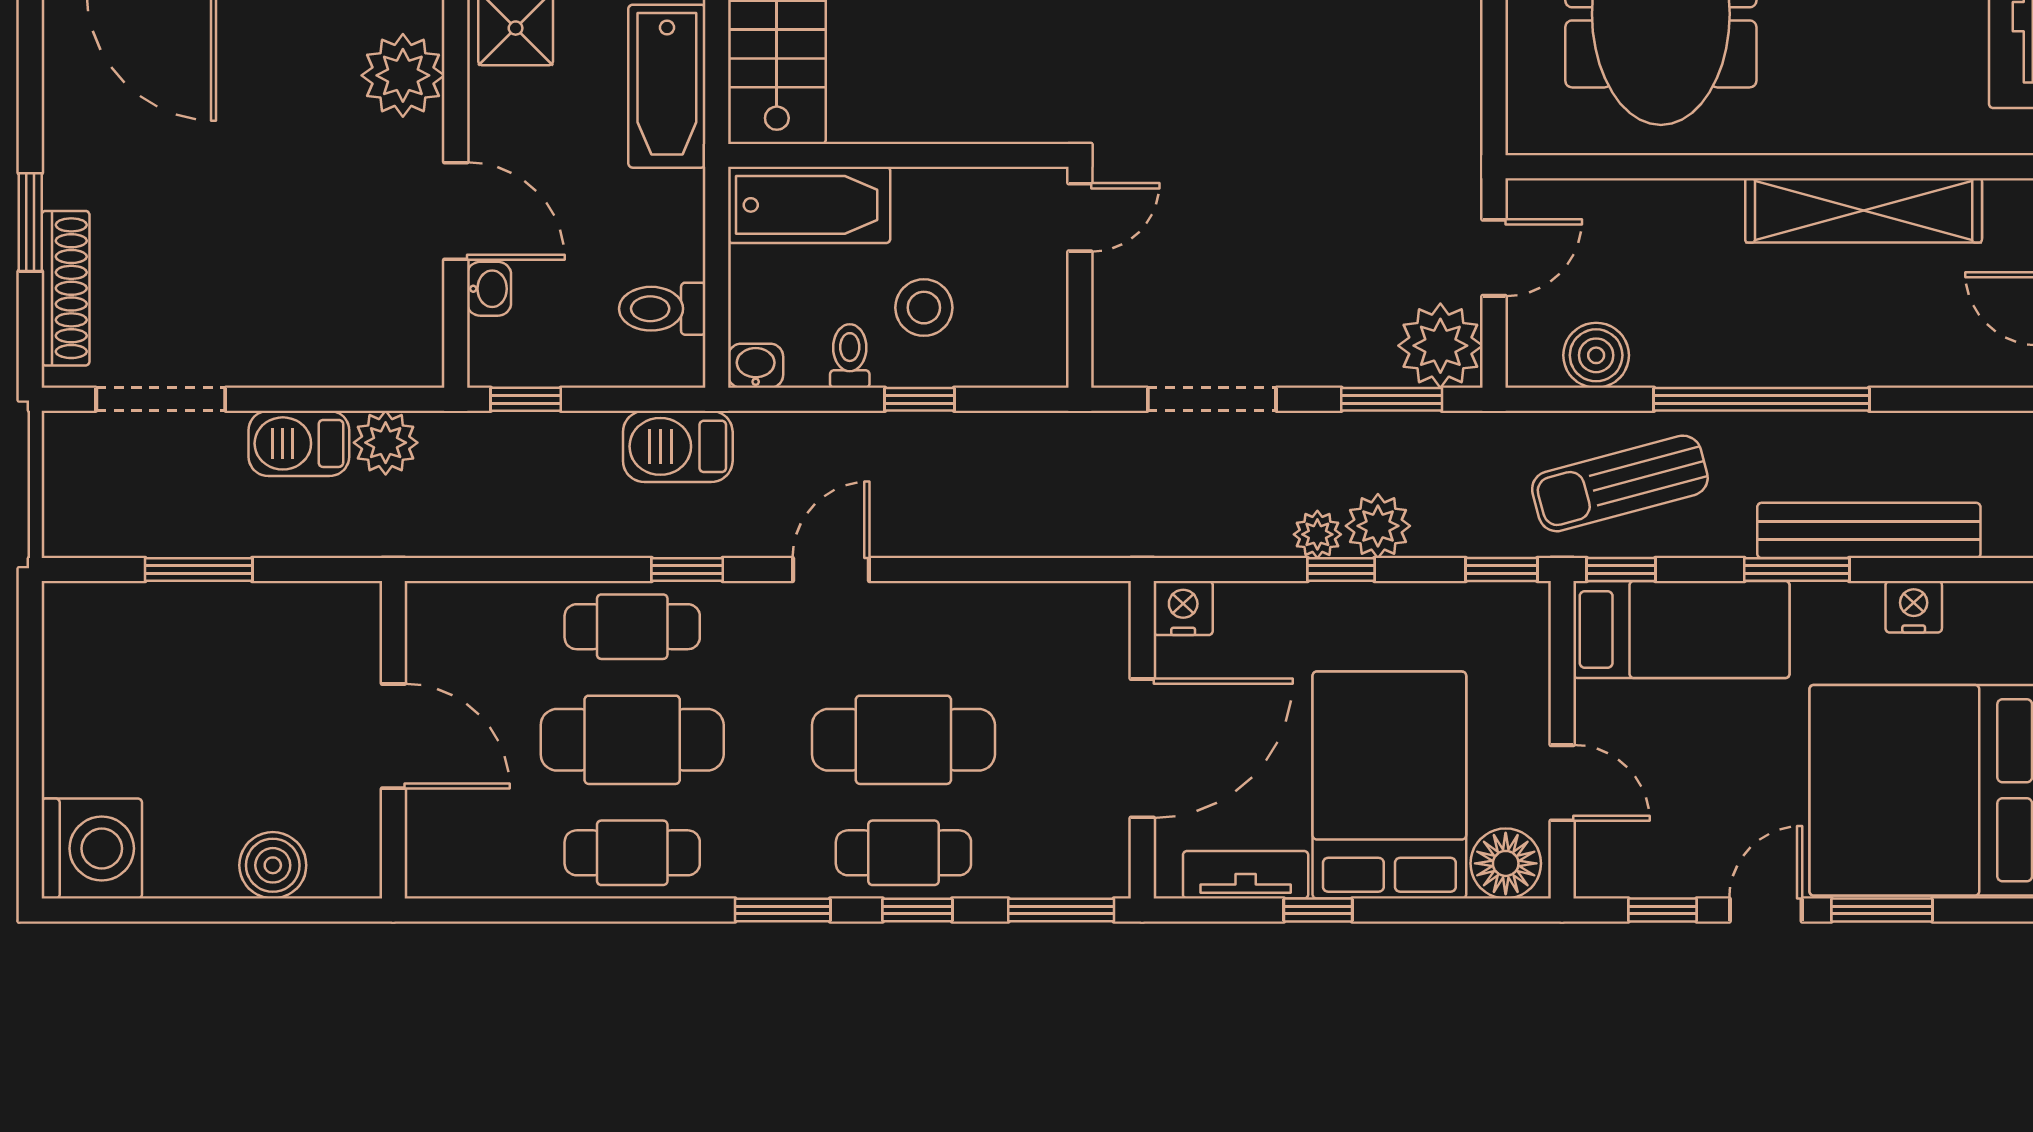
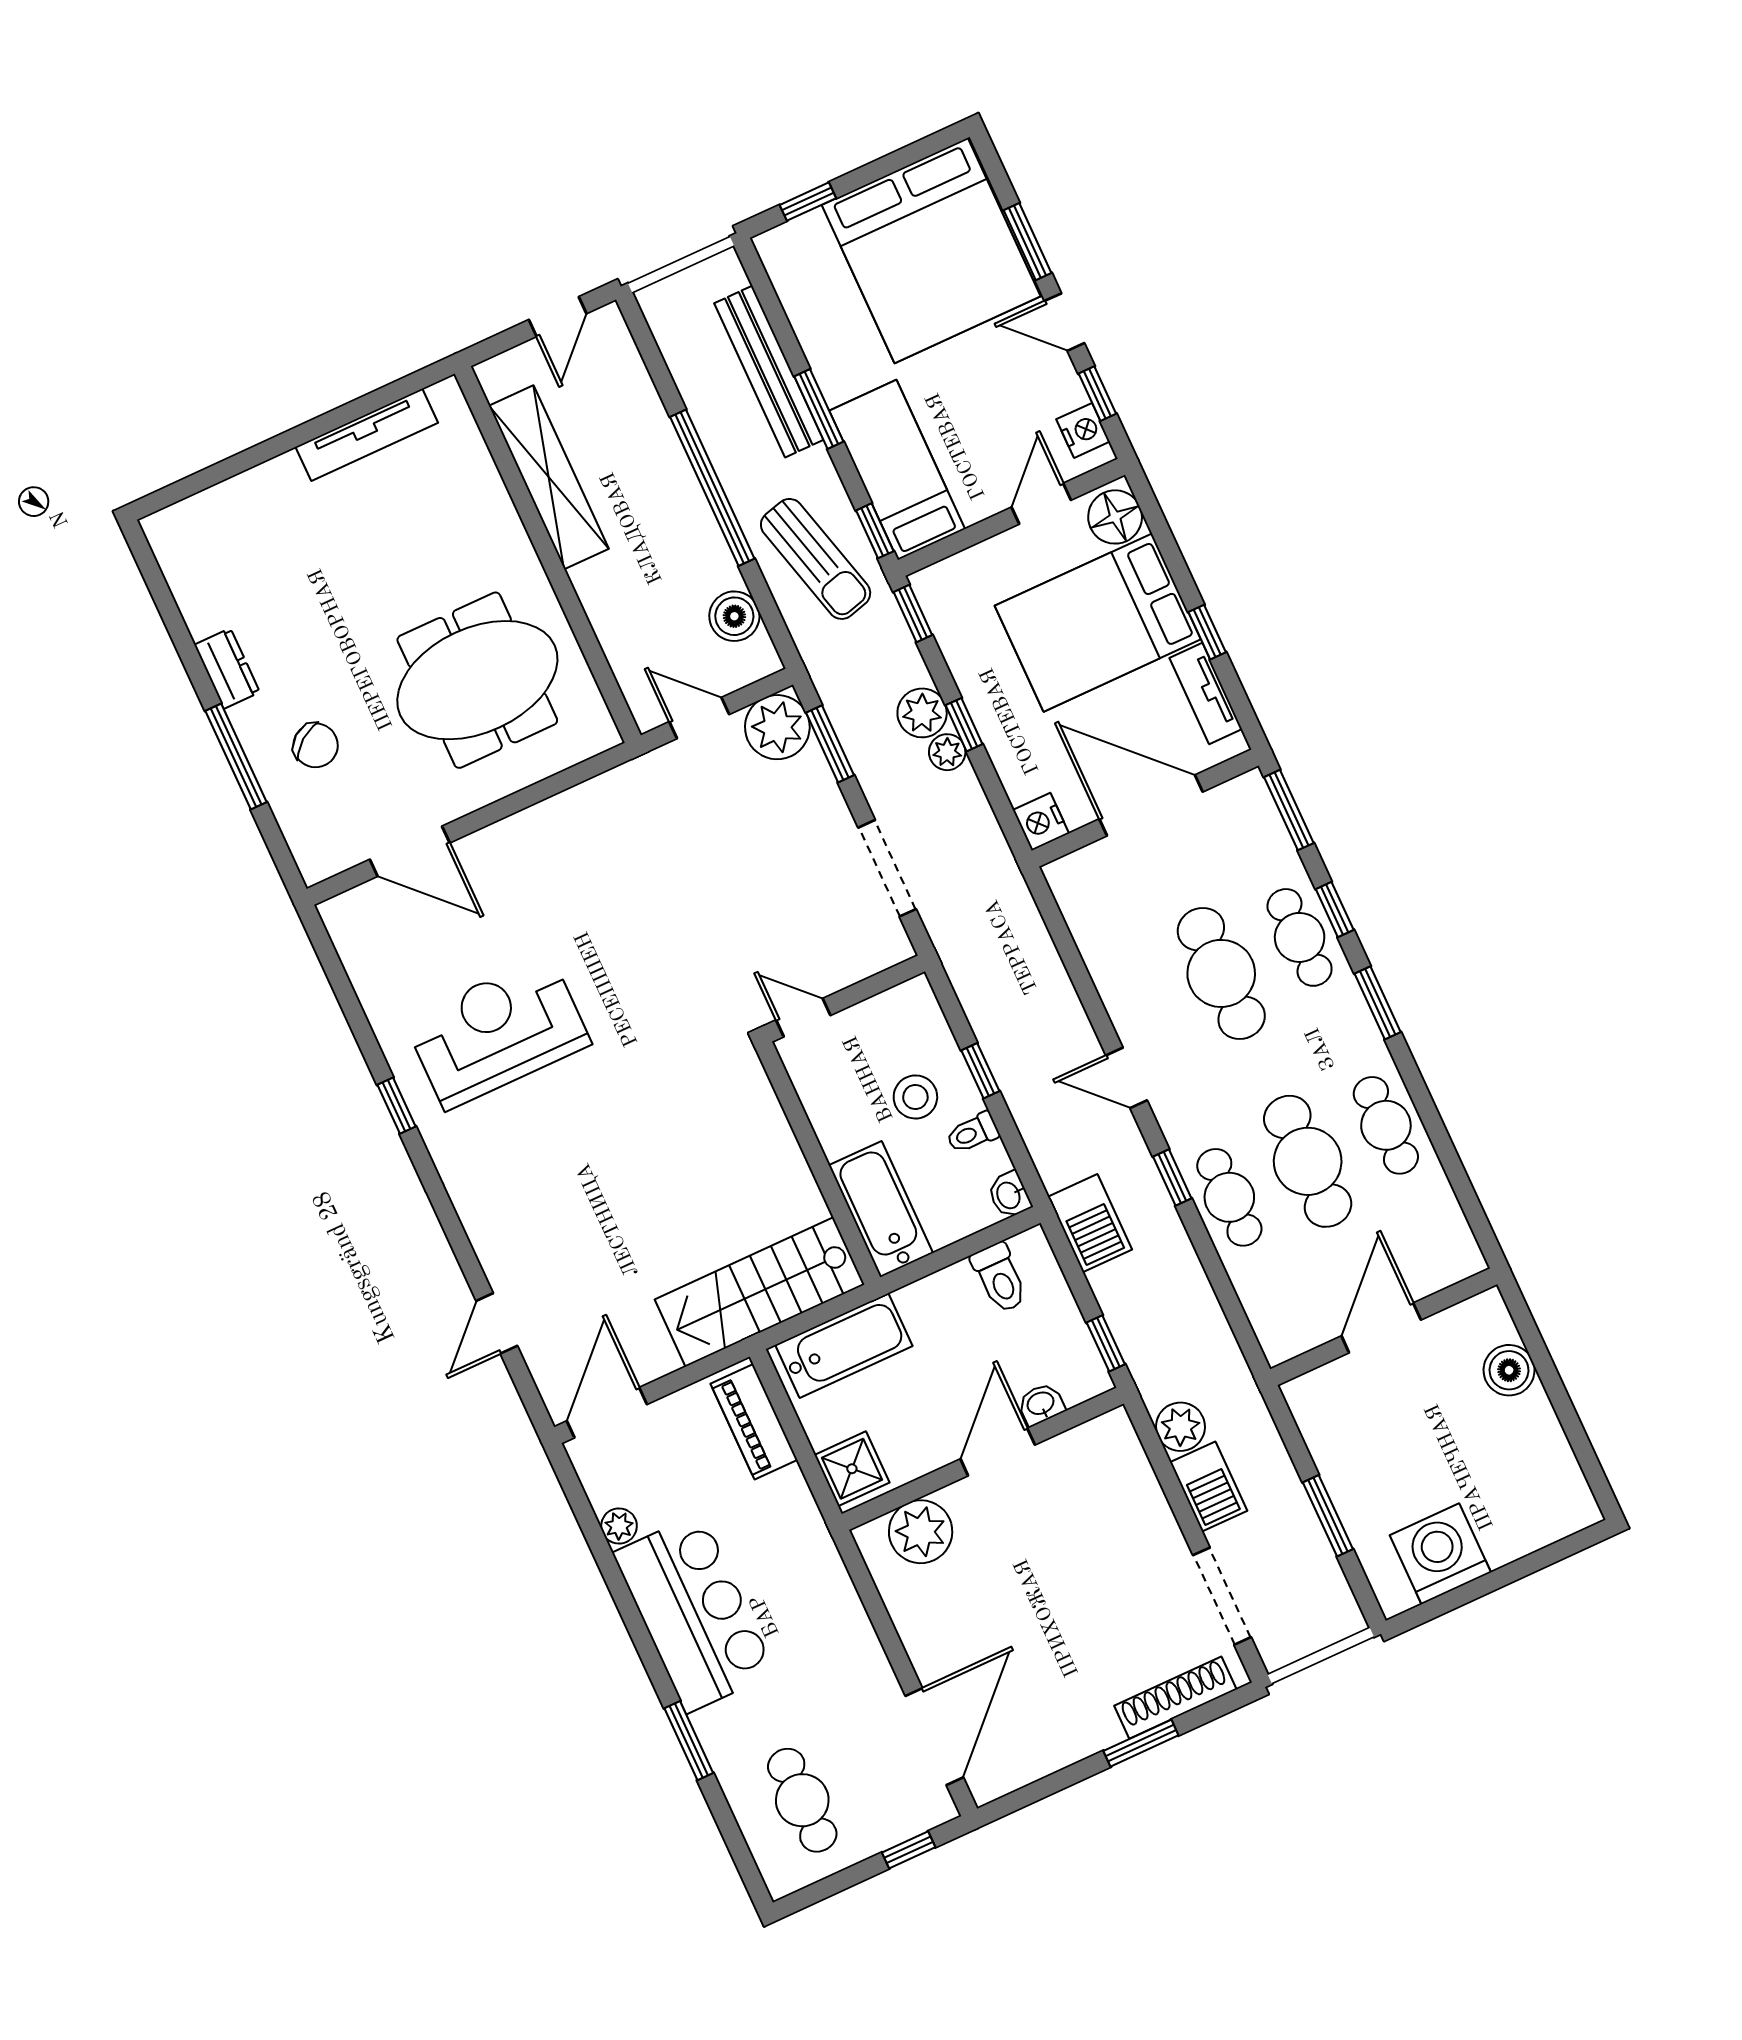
nightstand: (1914, 607) -> (1083, 430), moved, turned 180
washing machine: (92, 848) -> (1440, 1554), moved

